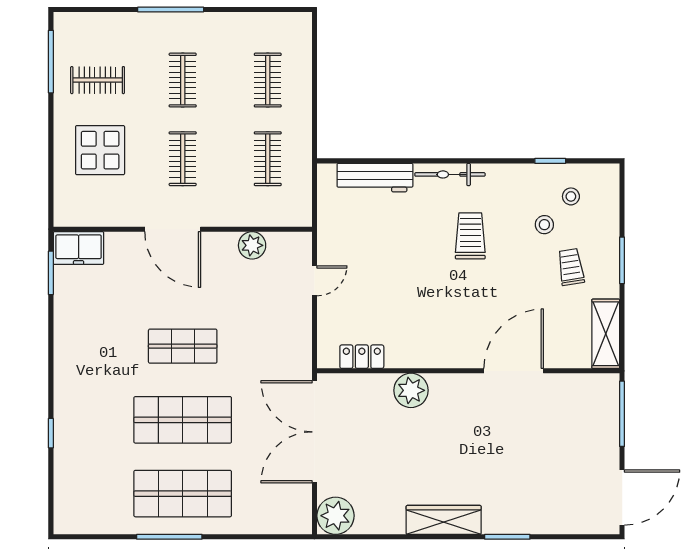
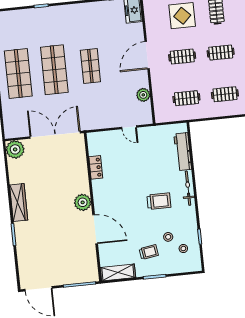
locker: (362, 357) -> (96, 167), moved
plant: (411, 390) -> (83, 202), moved

